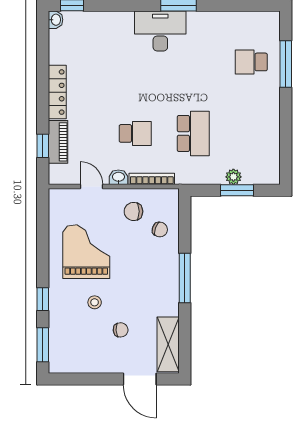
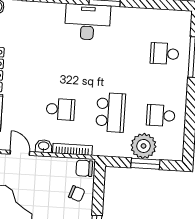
school desk: (251, 133) -> (161, 115), added
plant: (233, 177) -> (144, 146), width x1.87, depth x1.87
chair: (133, 211) -> (84, 168), moved

